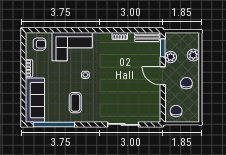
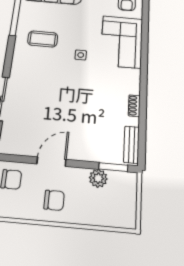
plant: (193, 55) -> (99, 216), removed
door: (163, 76) -> (51, 162), moved

